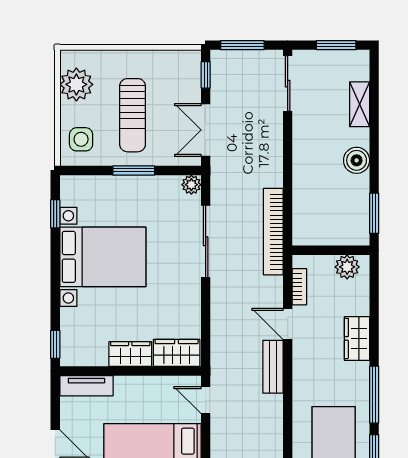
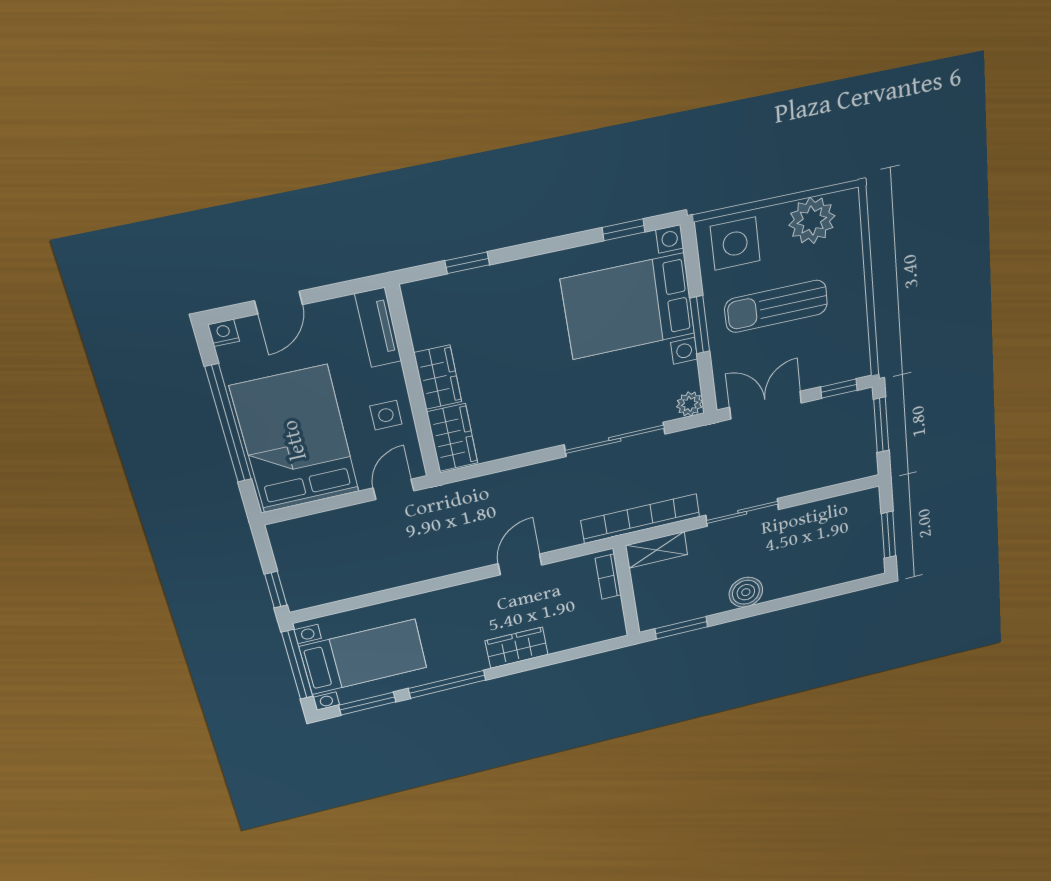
sliding door: (288, 84) -> (742, 512), moved
shelving: (360, 104) -> (657, 550), moved
side table: (81, 139) -> (735, 244), width x1.37, depth x1.37
bed with nightstands: (103, 257) -> (628, 306), moved, turned 90
plant: (347, 267) -> (608, 614), removed
bookcase: (299, 287) -> (608, 577), moved, turned 90
window: (55, 344) -> (467, 263), moved
bench: (273, 367) -> (459, 561), removed
side table: (149, 394) -> (386, 415), added

